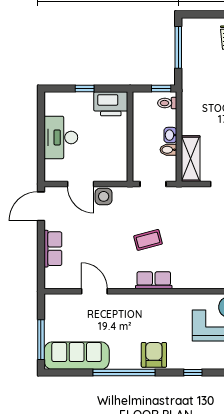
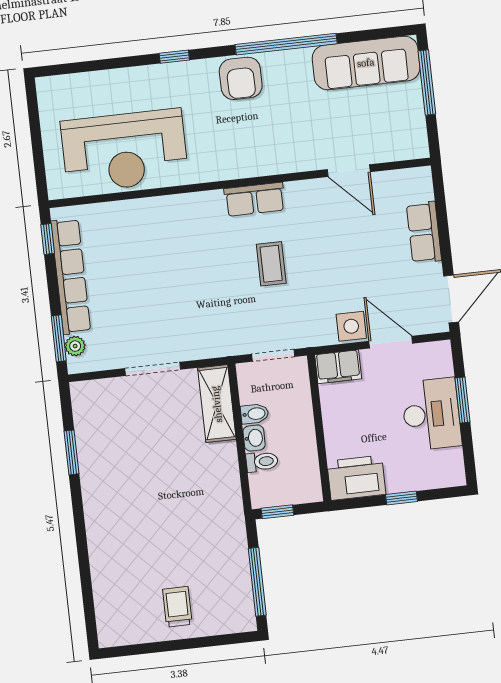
toilet: (167, 103) -> (262, 462), moved
window: (41, 144) -> (462, 400), added
filing cabinet: (114, 173) -> (338, 367), added
coffee table: (148, 240) -> (271, 264), turned -75

